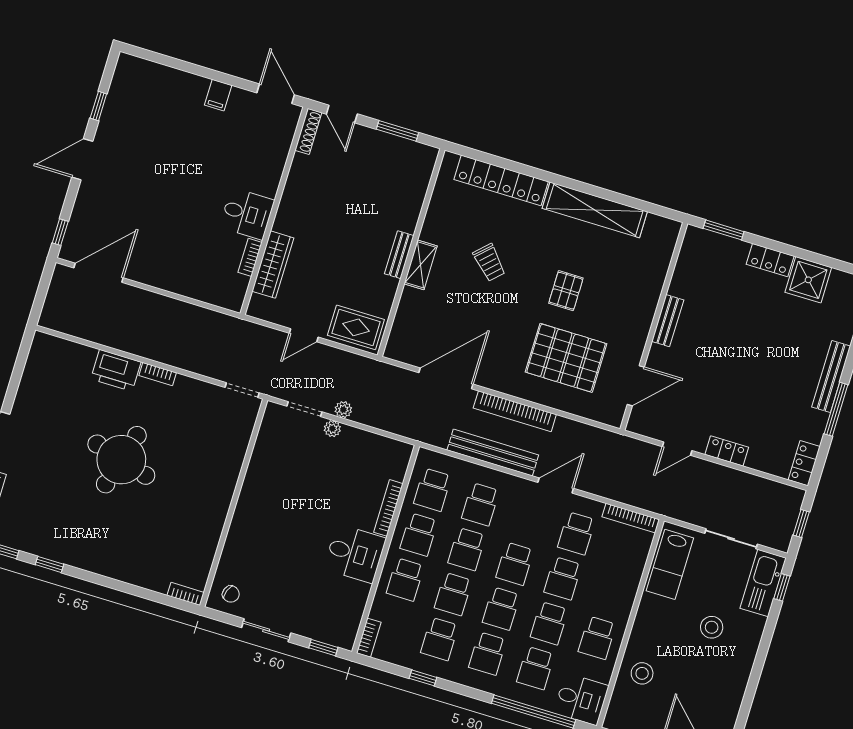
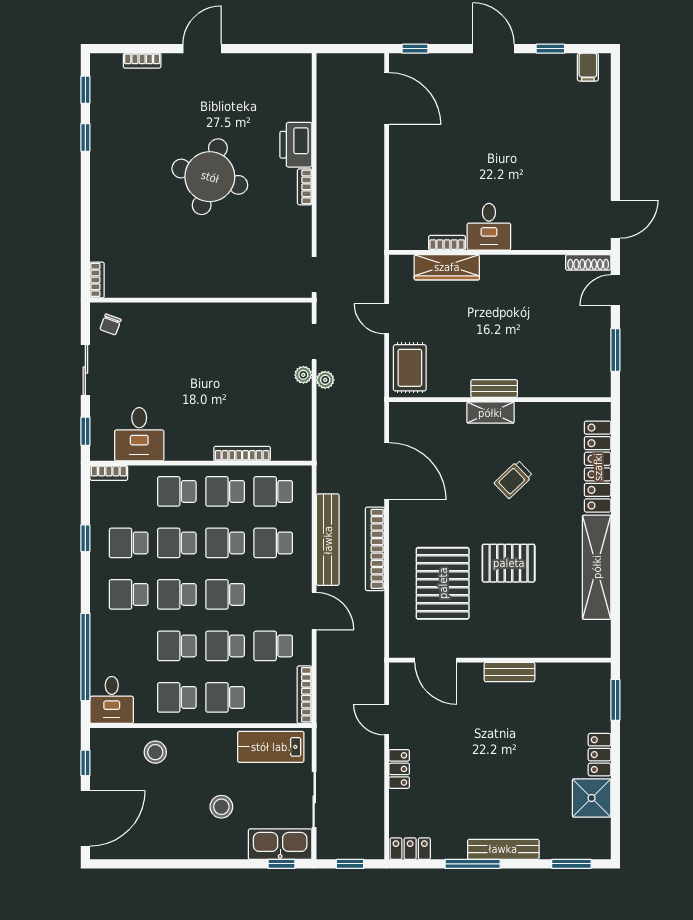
filing cabinet: (218, 95) -> (588, 67), moved, turned -90
pallet: (566, 291) -> (509, 563), width x1.50, depth x1.42
desk: (355, 554) -> (139, 434), moved
school desk: (536, 668) -> (225, 697), moved

